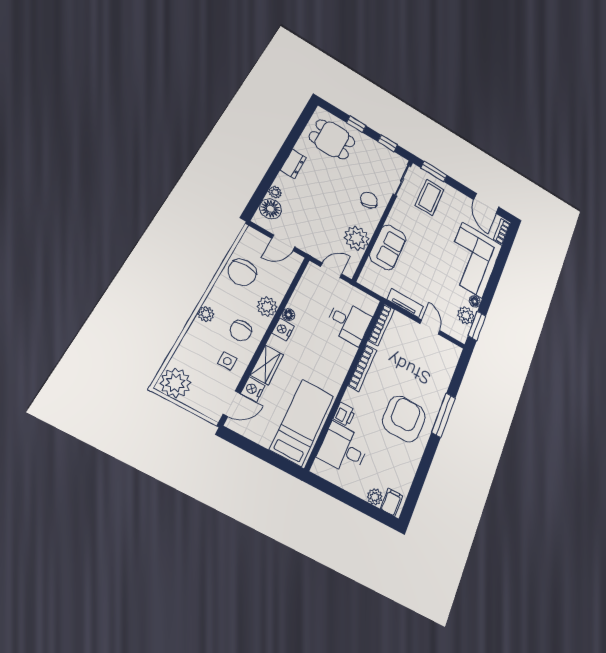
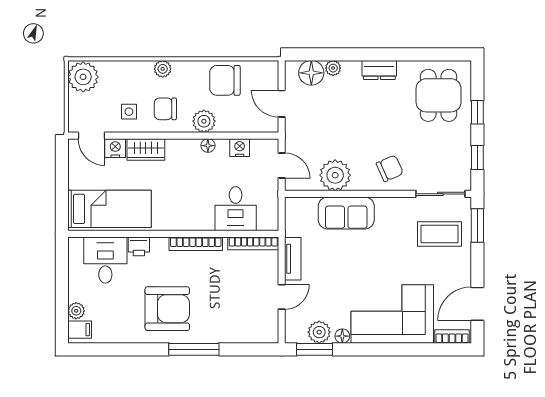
nightstand: (283, 330) -> (240, 148), moved

